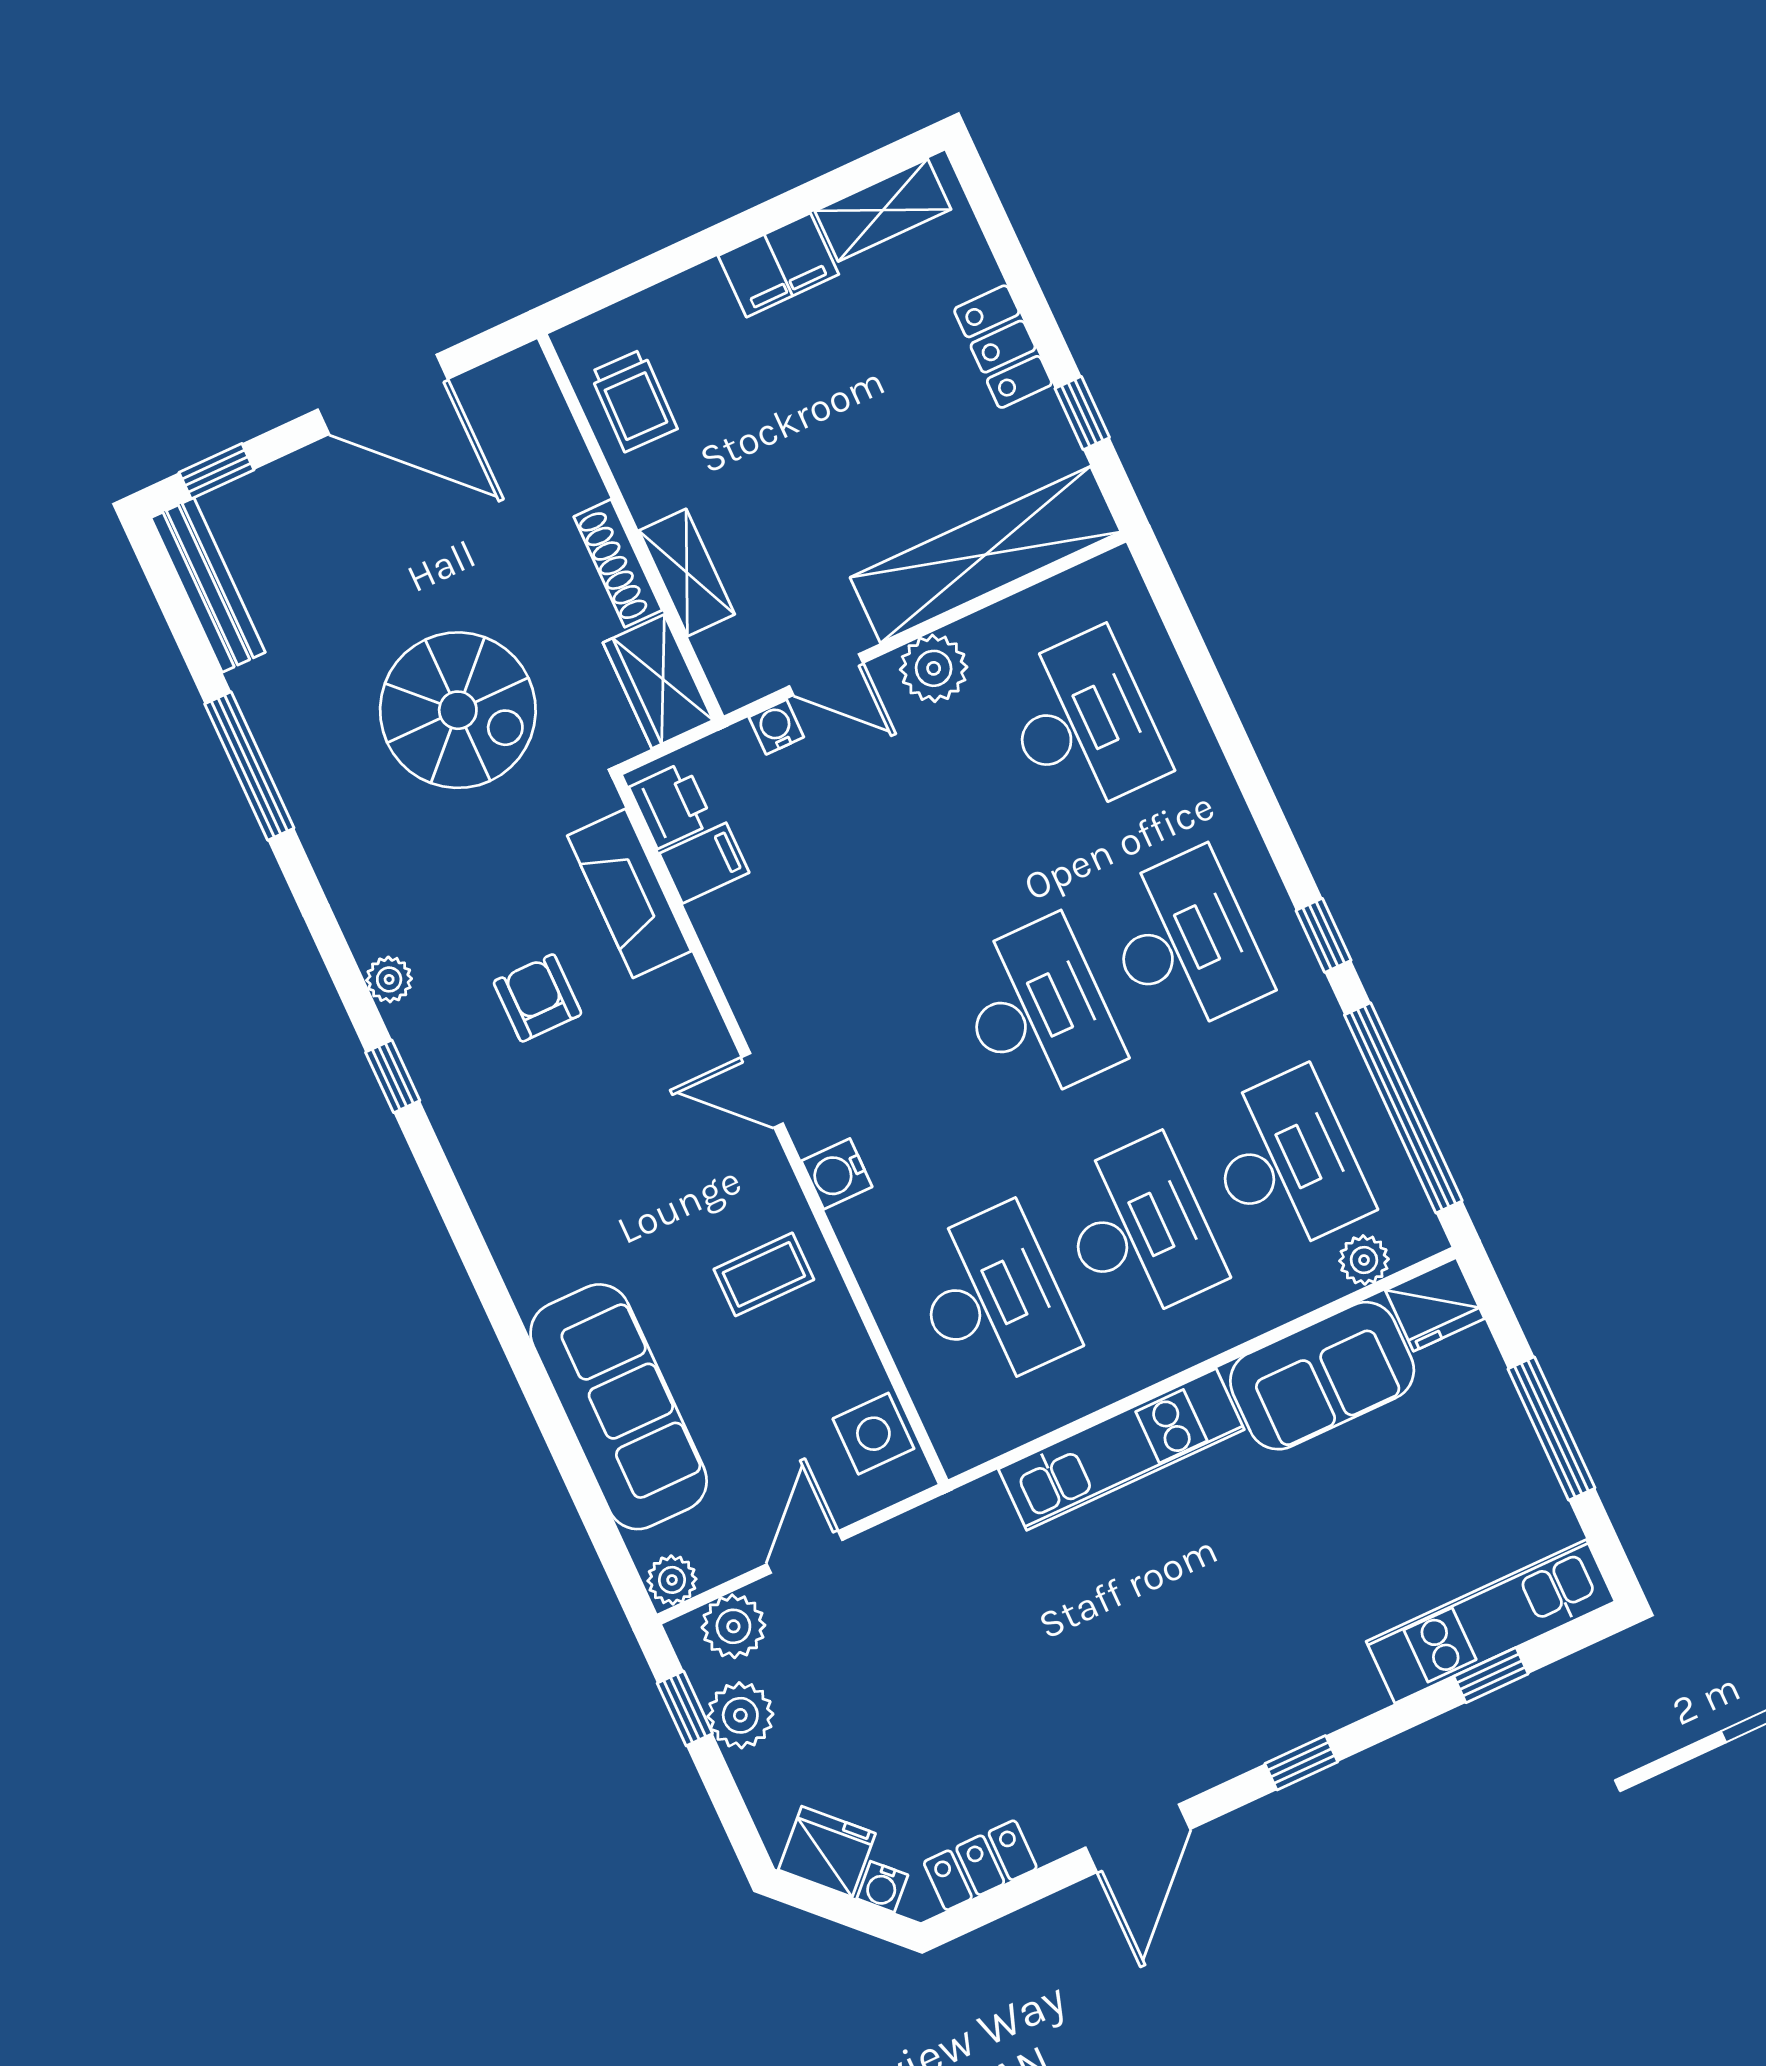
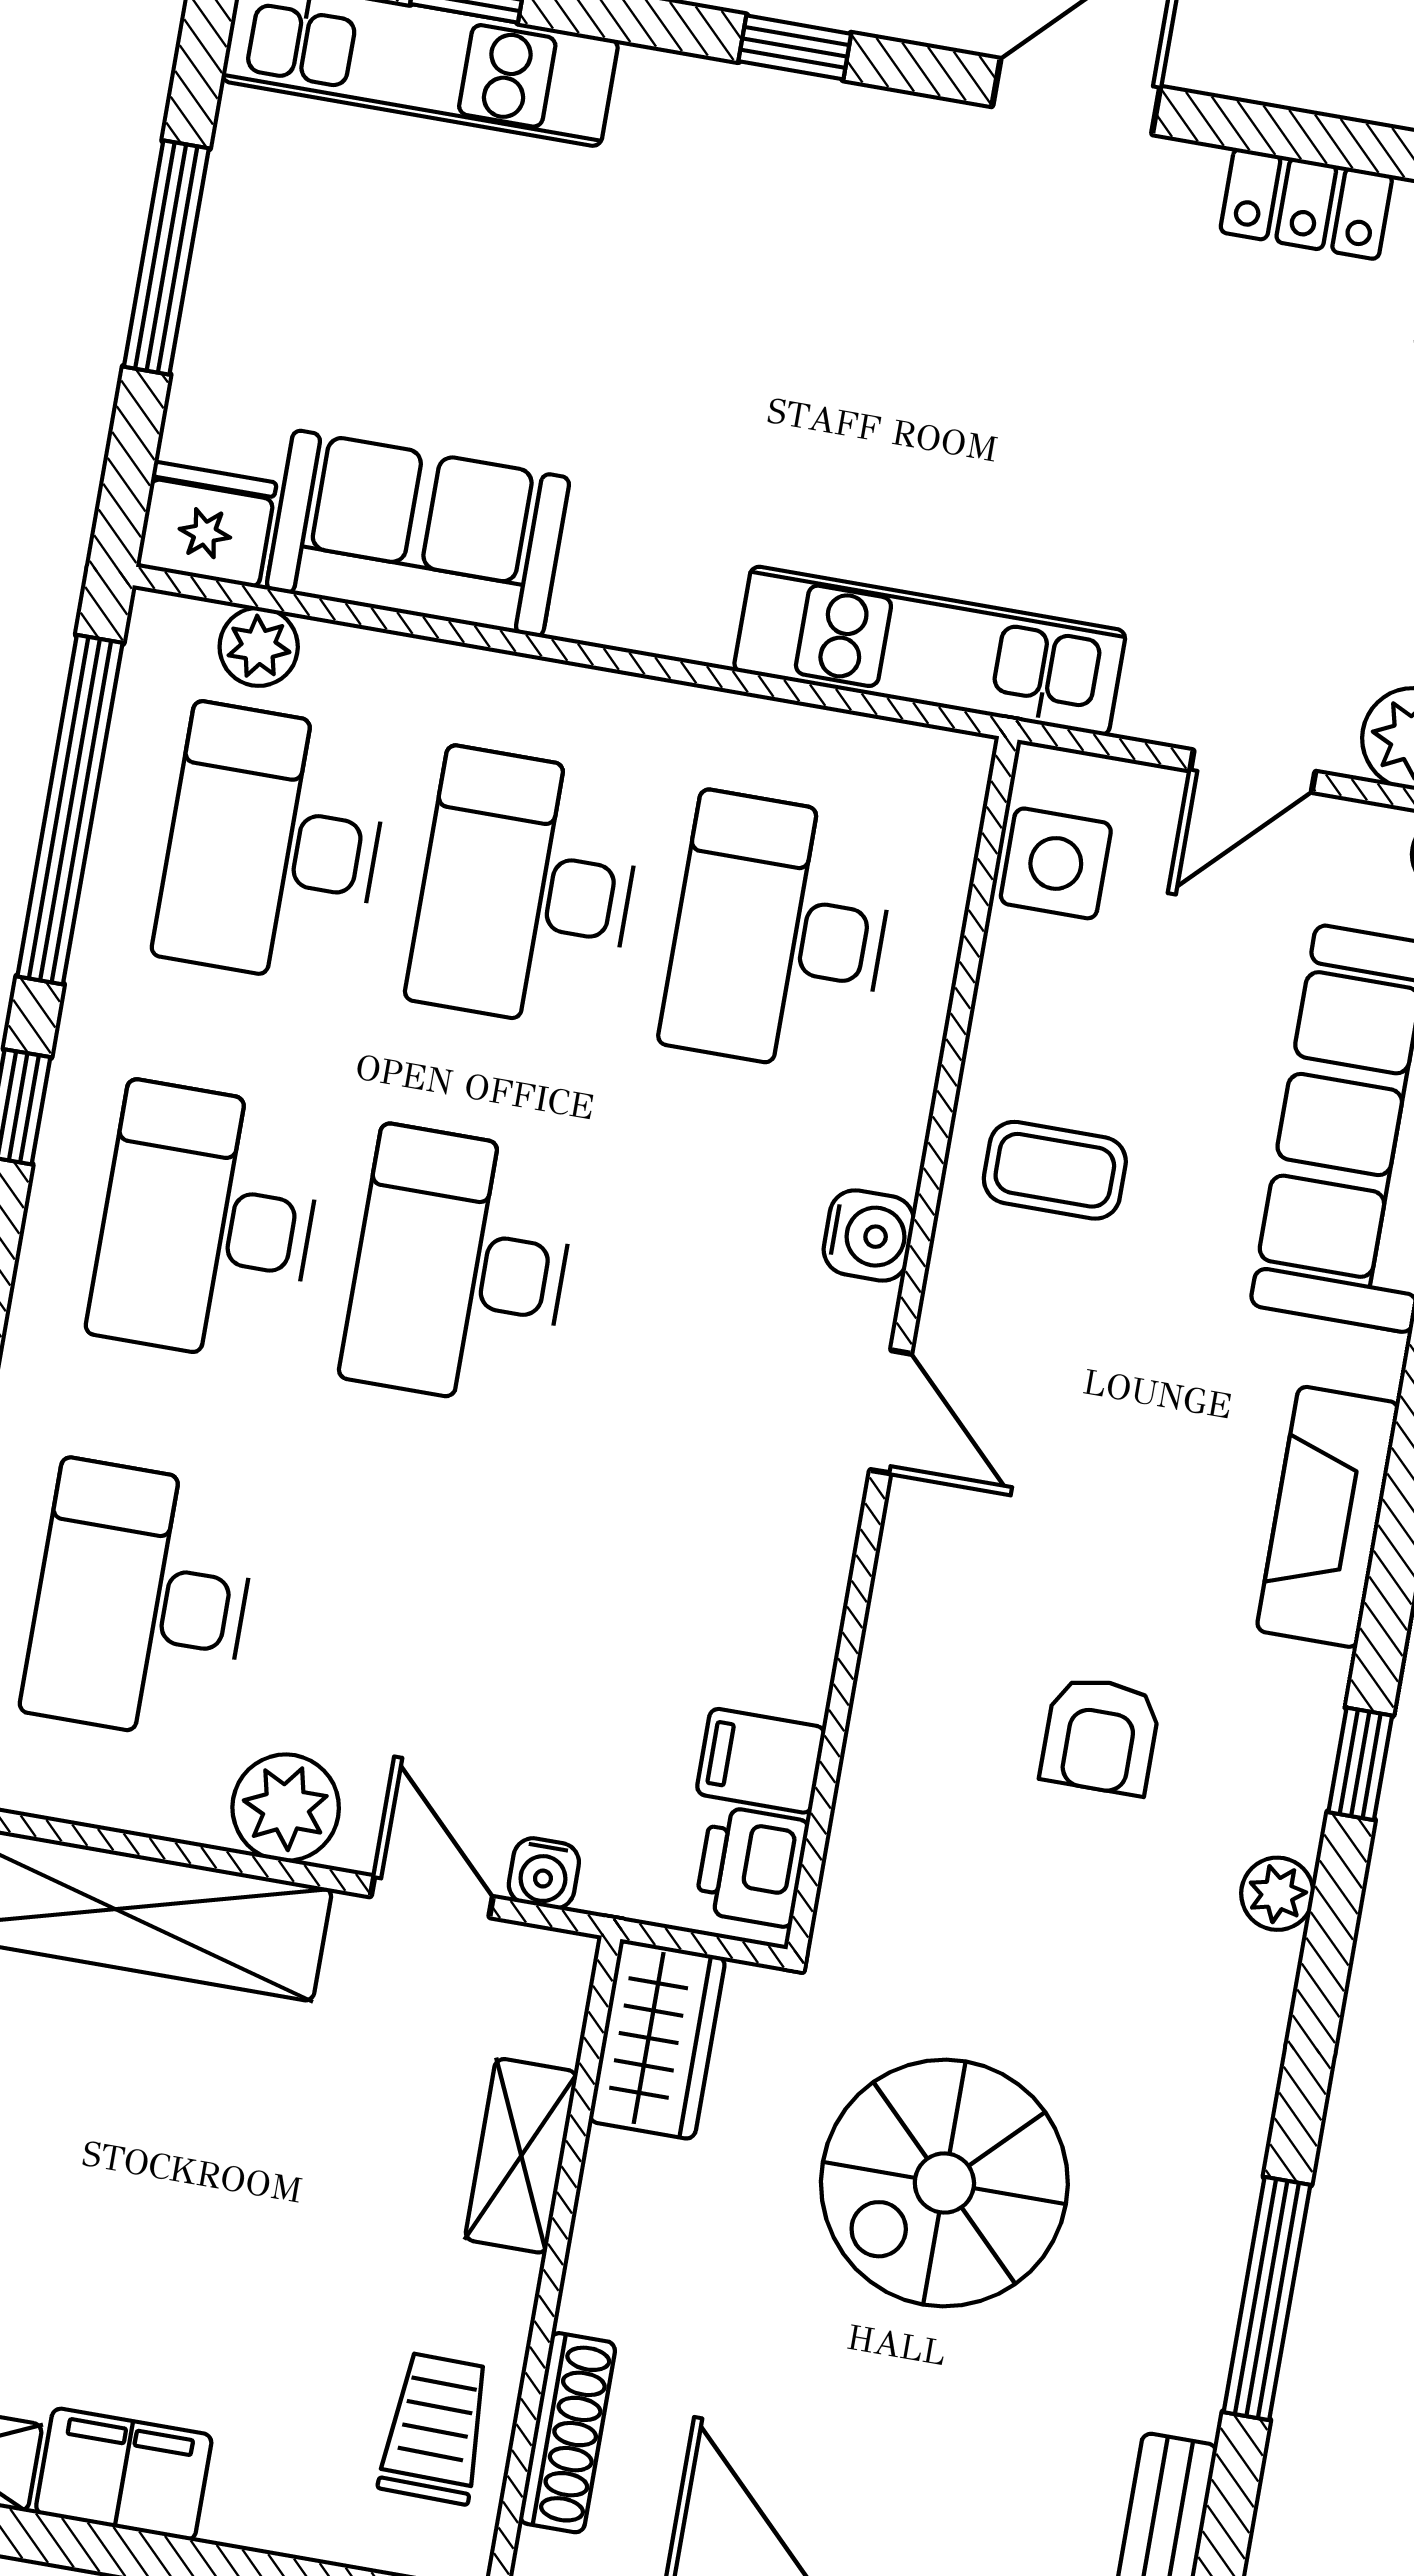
shoe rack: (618, 563) -> (567, 2433), moved
spiral stairs: (458, 710) -> (944, 2183), turned -90
fireplace: (629, 893) -> (1328, 1517), moved, turned 180
kitchen unit: (1121, 1449) -> (930, 651), moved

